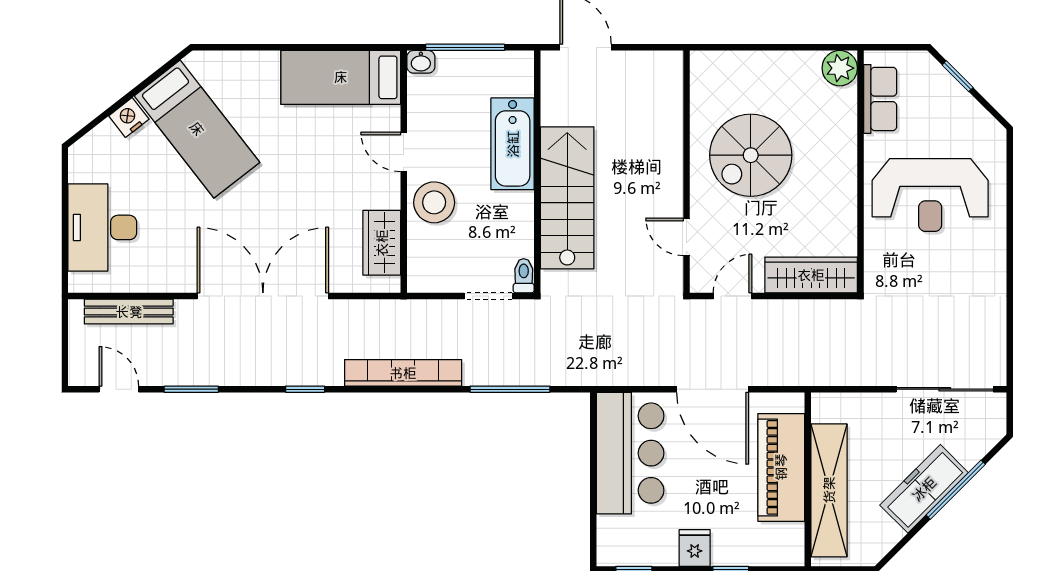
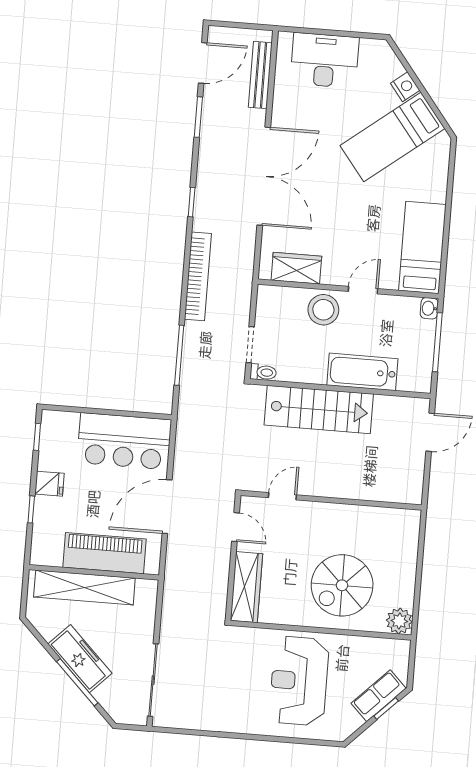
row of seats: (880, 99) -> (379, 696), moved, turned 135
spiral stairs: (751, 155) -> (342, 585), moved, turned -90
door: (119, 389) -> (203, 63), width x1.38

